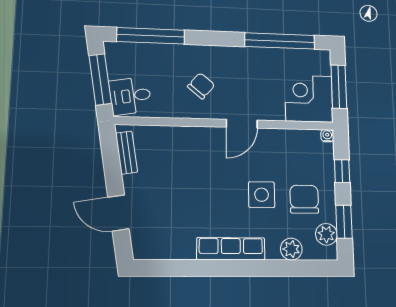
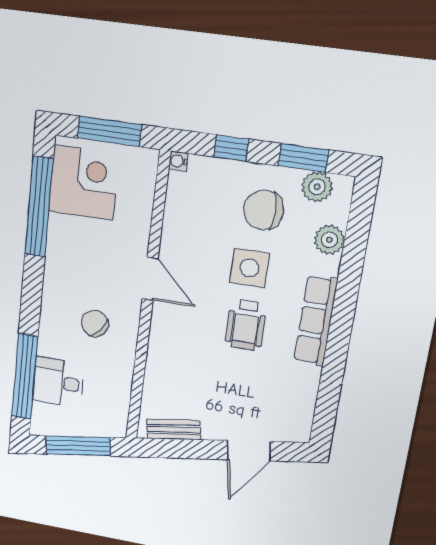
desk: (130, 96) -> (58, 382), moved, turned 99
corner desk: (309, 99) -> (84, 182), moved, turned 180
wheelchair: (219, 197) -> (246, 325), added

